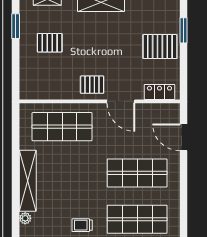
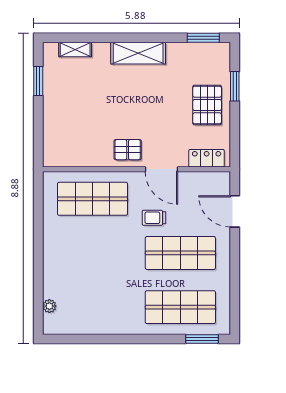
pallet: (50, 43) -> (78, 101), removed
pallet: (160, 47) -> (207, 105), turned 90
shelving: (28, 181) -> (52, 262), removed
trolley: (82, 225) -> (154, 218), moved

